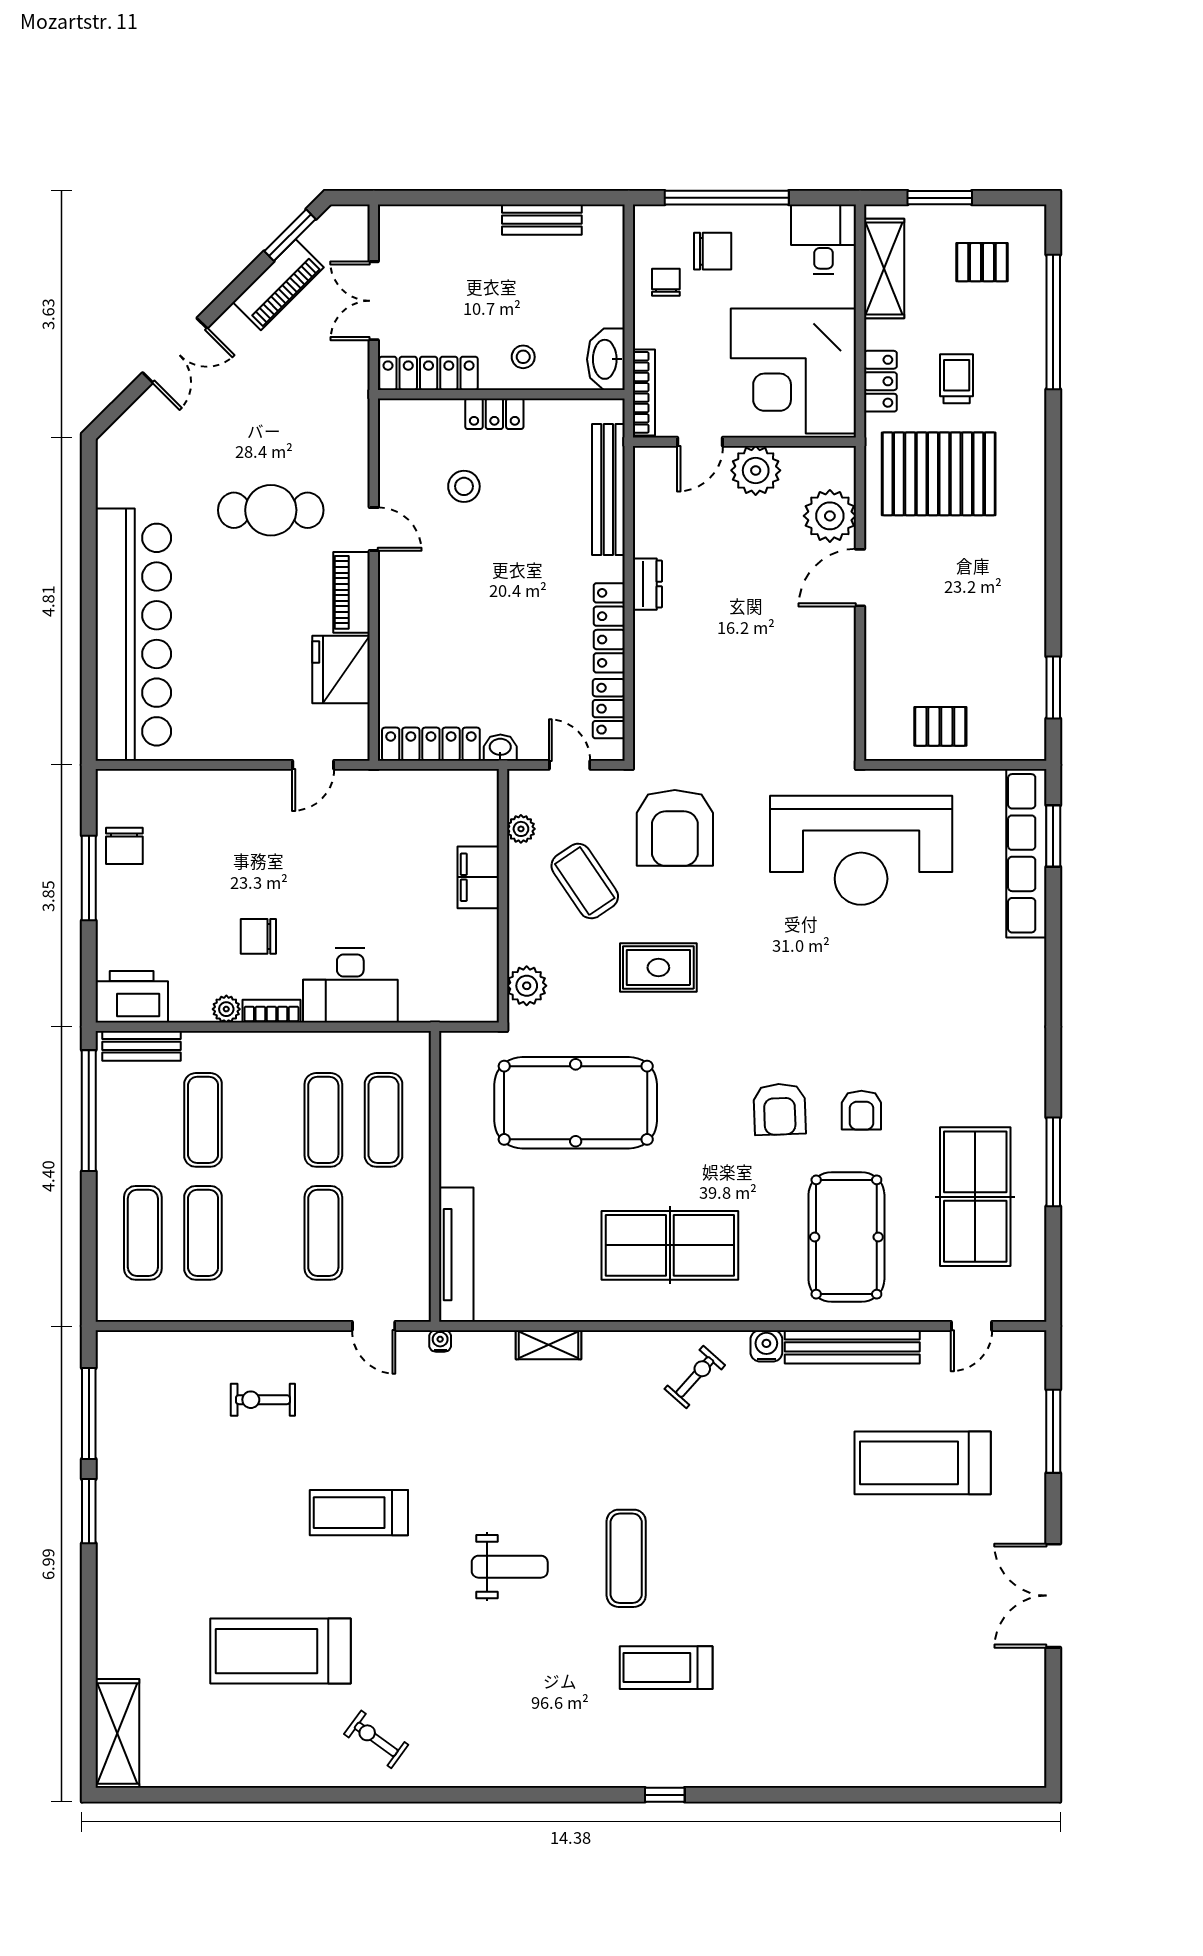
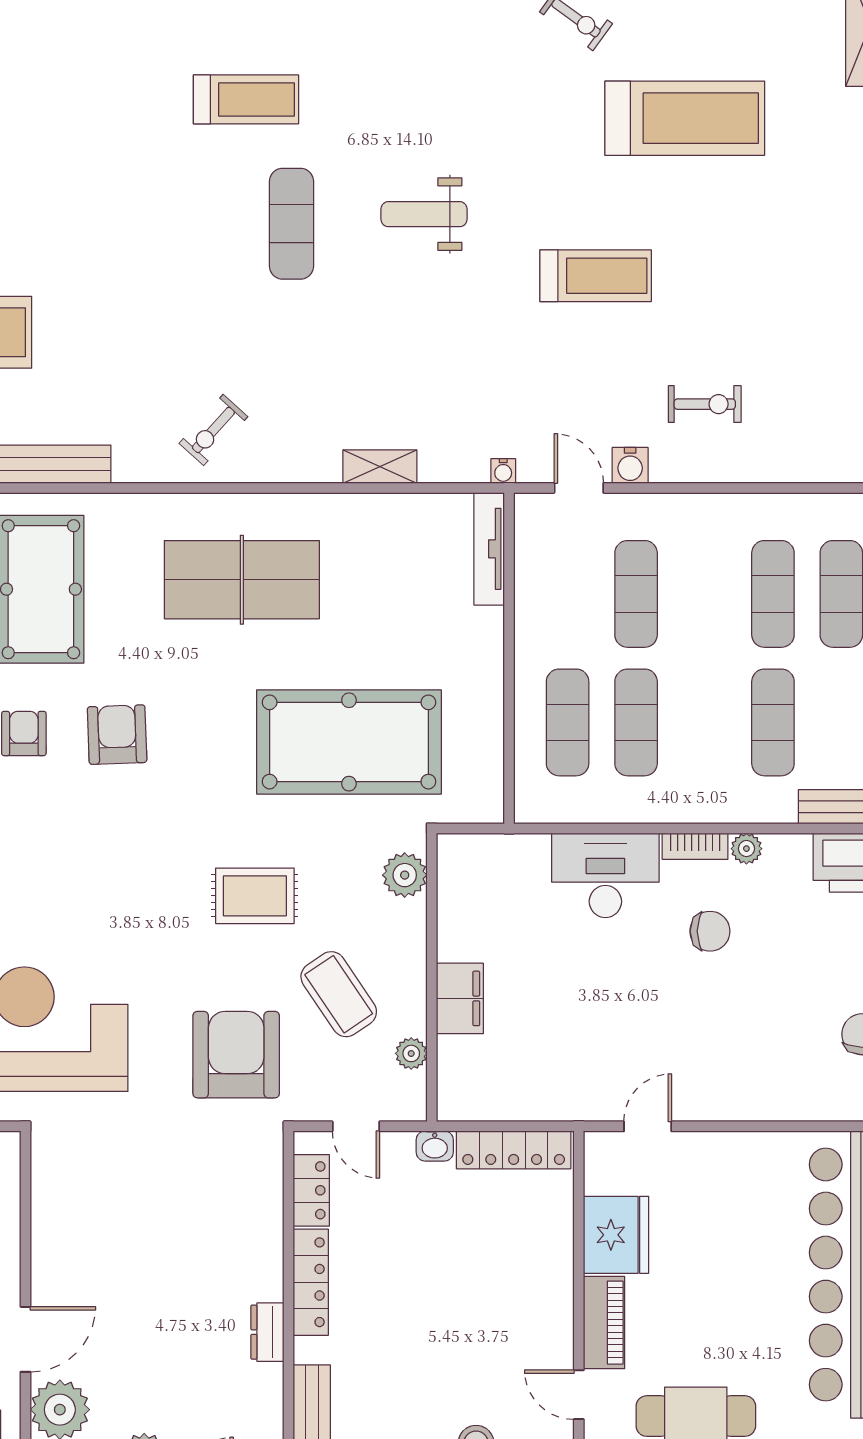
tv unit: (456, 1255) -> (489, 549), width x0.73, depth x0.78
water cooler: (766, 1346) -> (630, 465), moved

